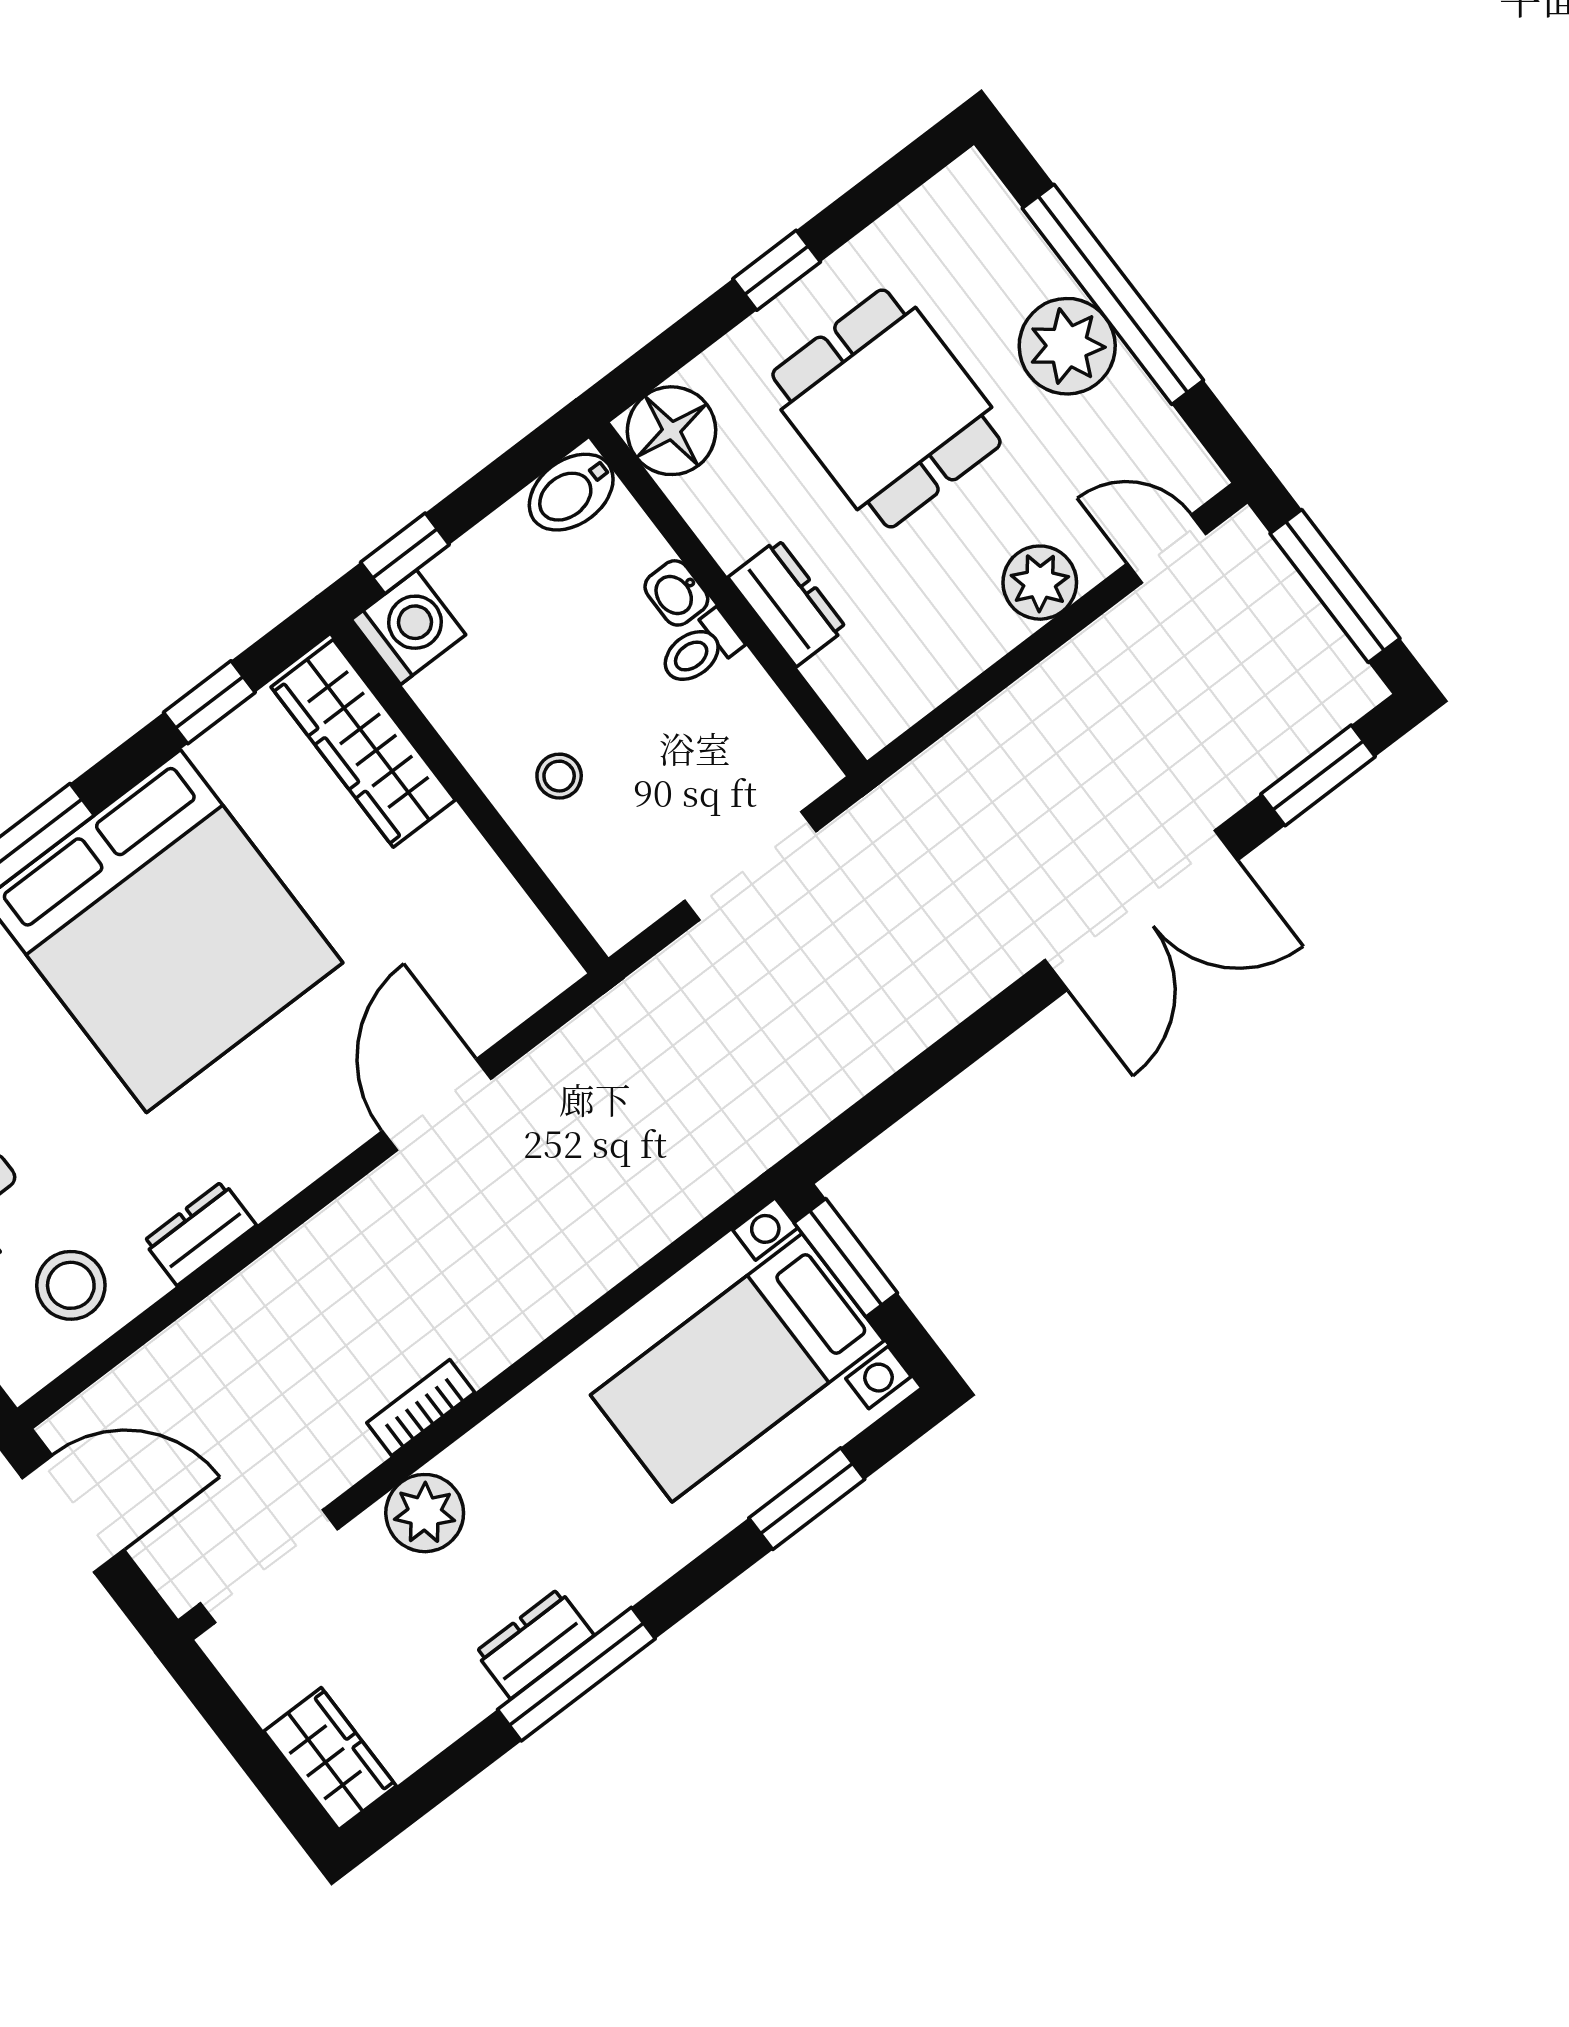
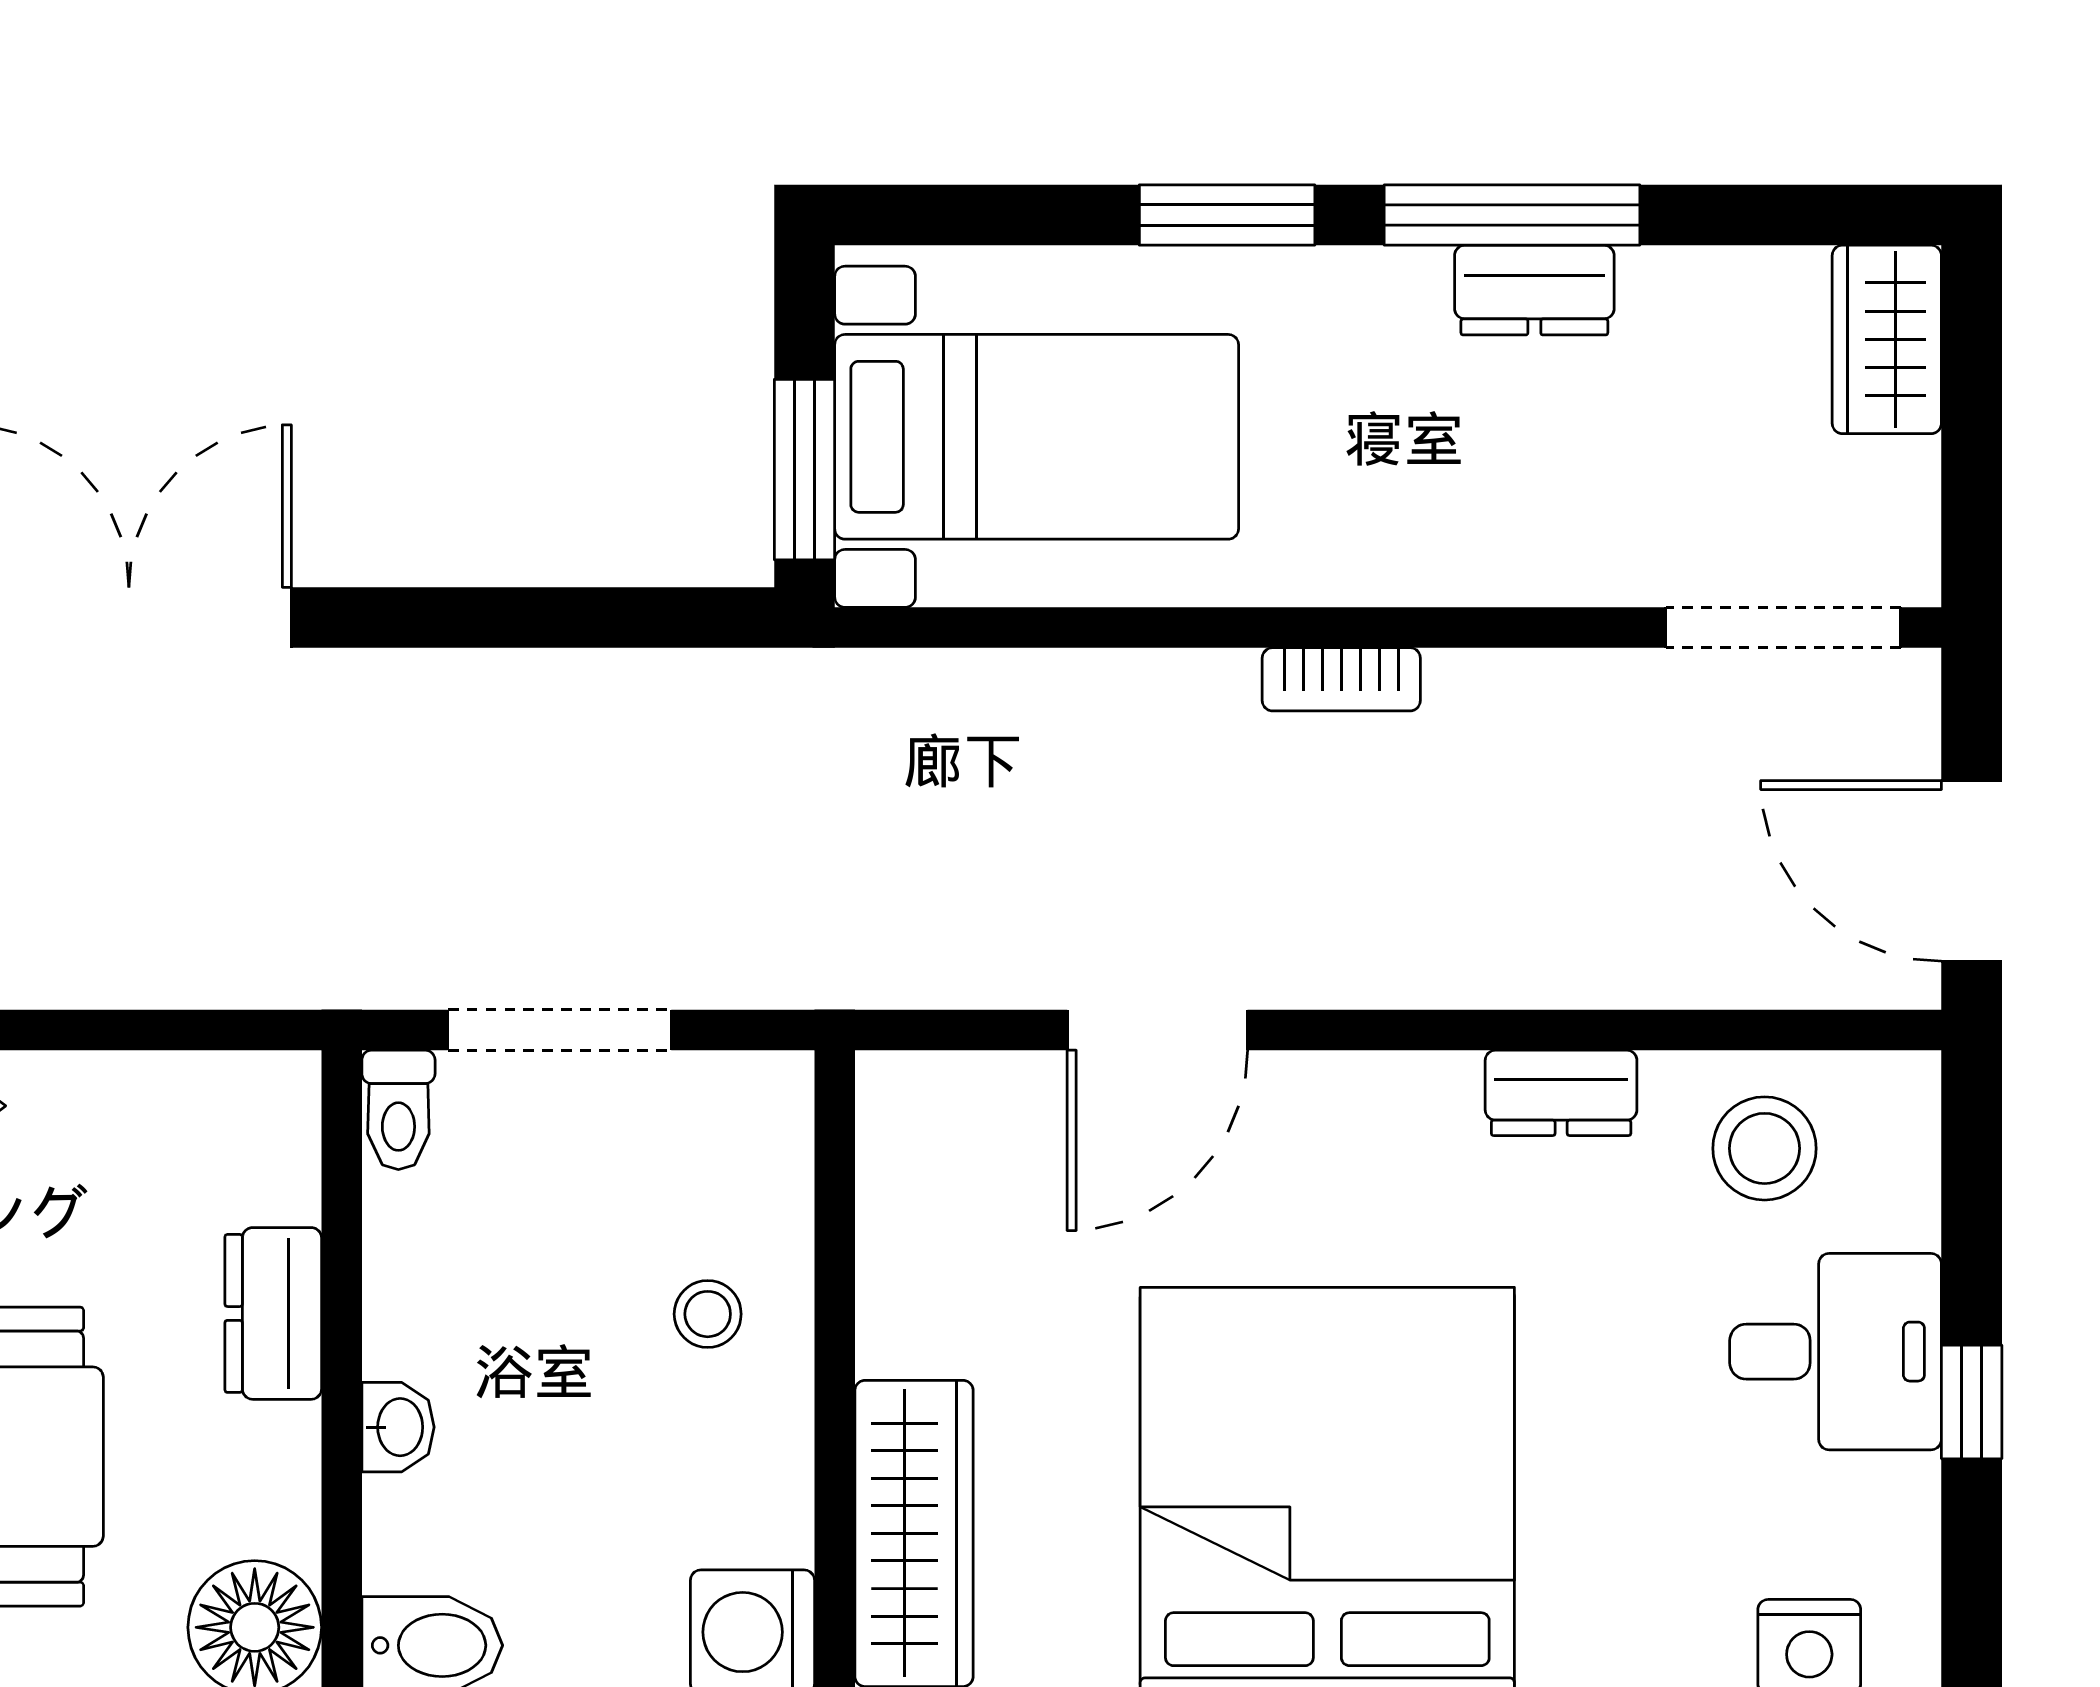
toilet: (700, 649) -> (398, 1110), moved, turned 90
bookcase: (421, 1408) -> (1341, 679), moved
window: (807, 1499) -> (1227, 215), moved
plant: (425, 1513) -> (1547, 549), removed

